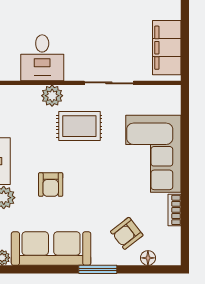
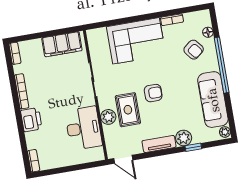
desk: (42, 58) -> (83, 128), width x1.37
rug: (79, 126) -> (128, 110), moved
armchair: (51, 185) -> (153, 93), moved
window: (98, 269) -> (222, 65), width x2.11

